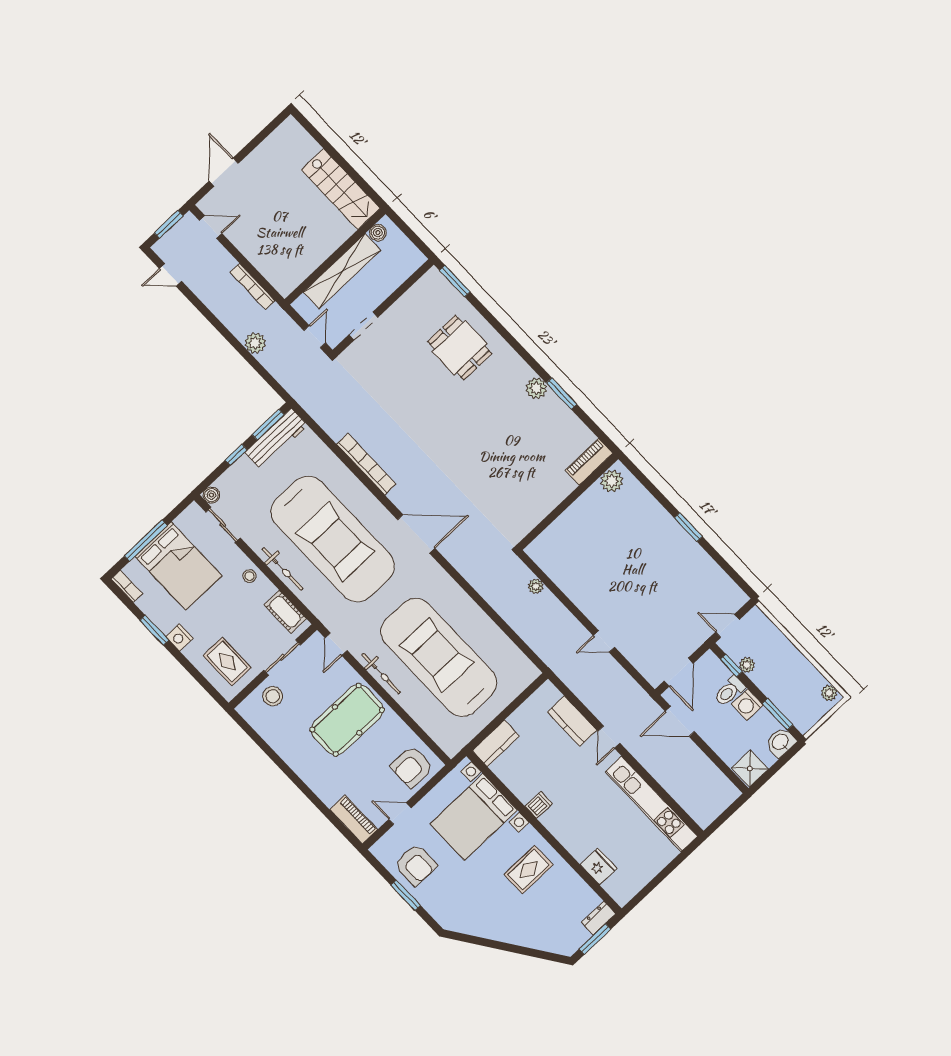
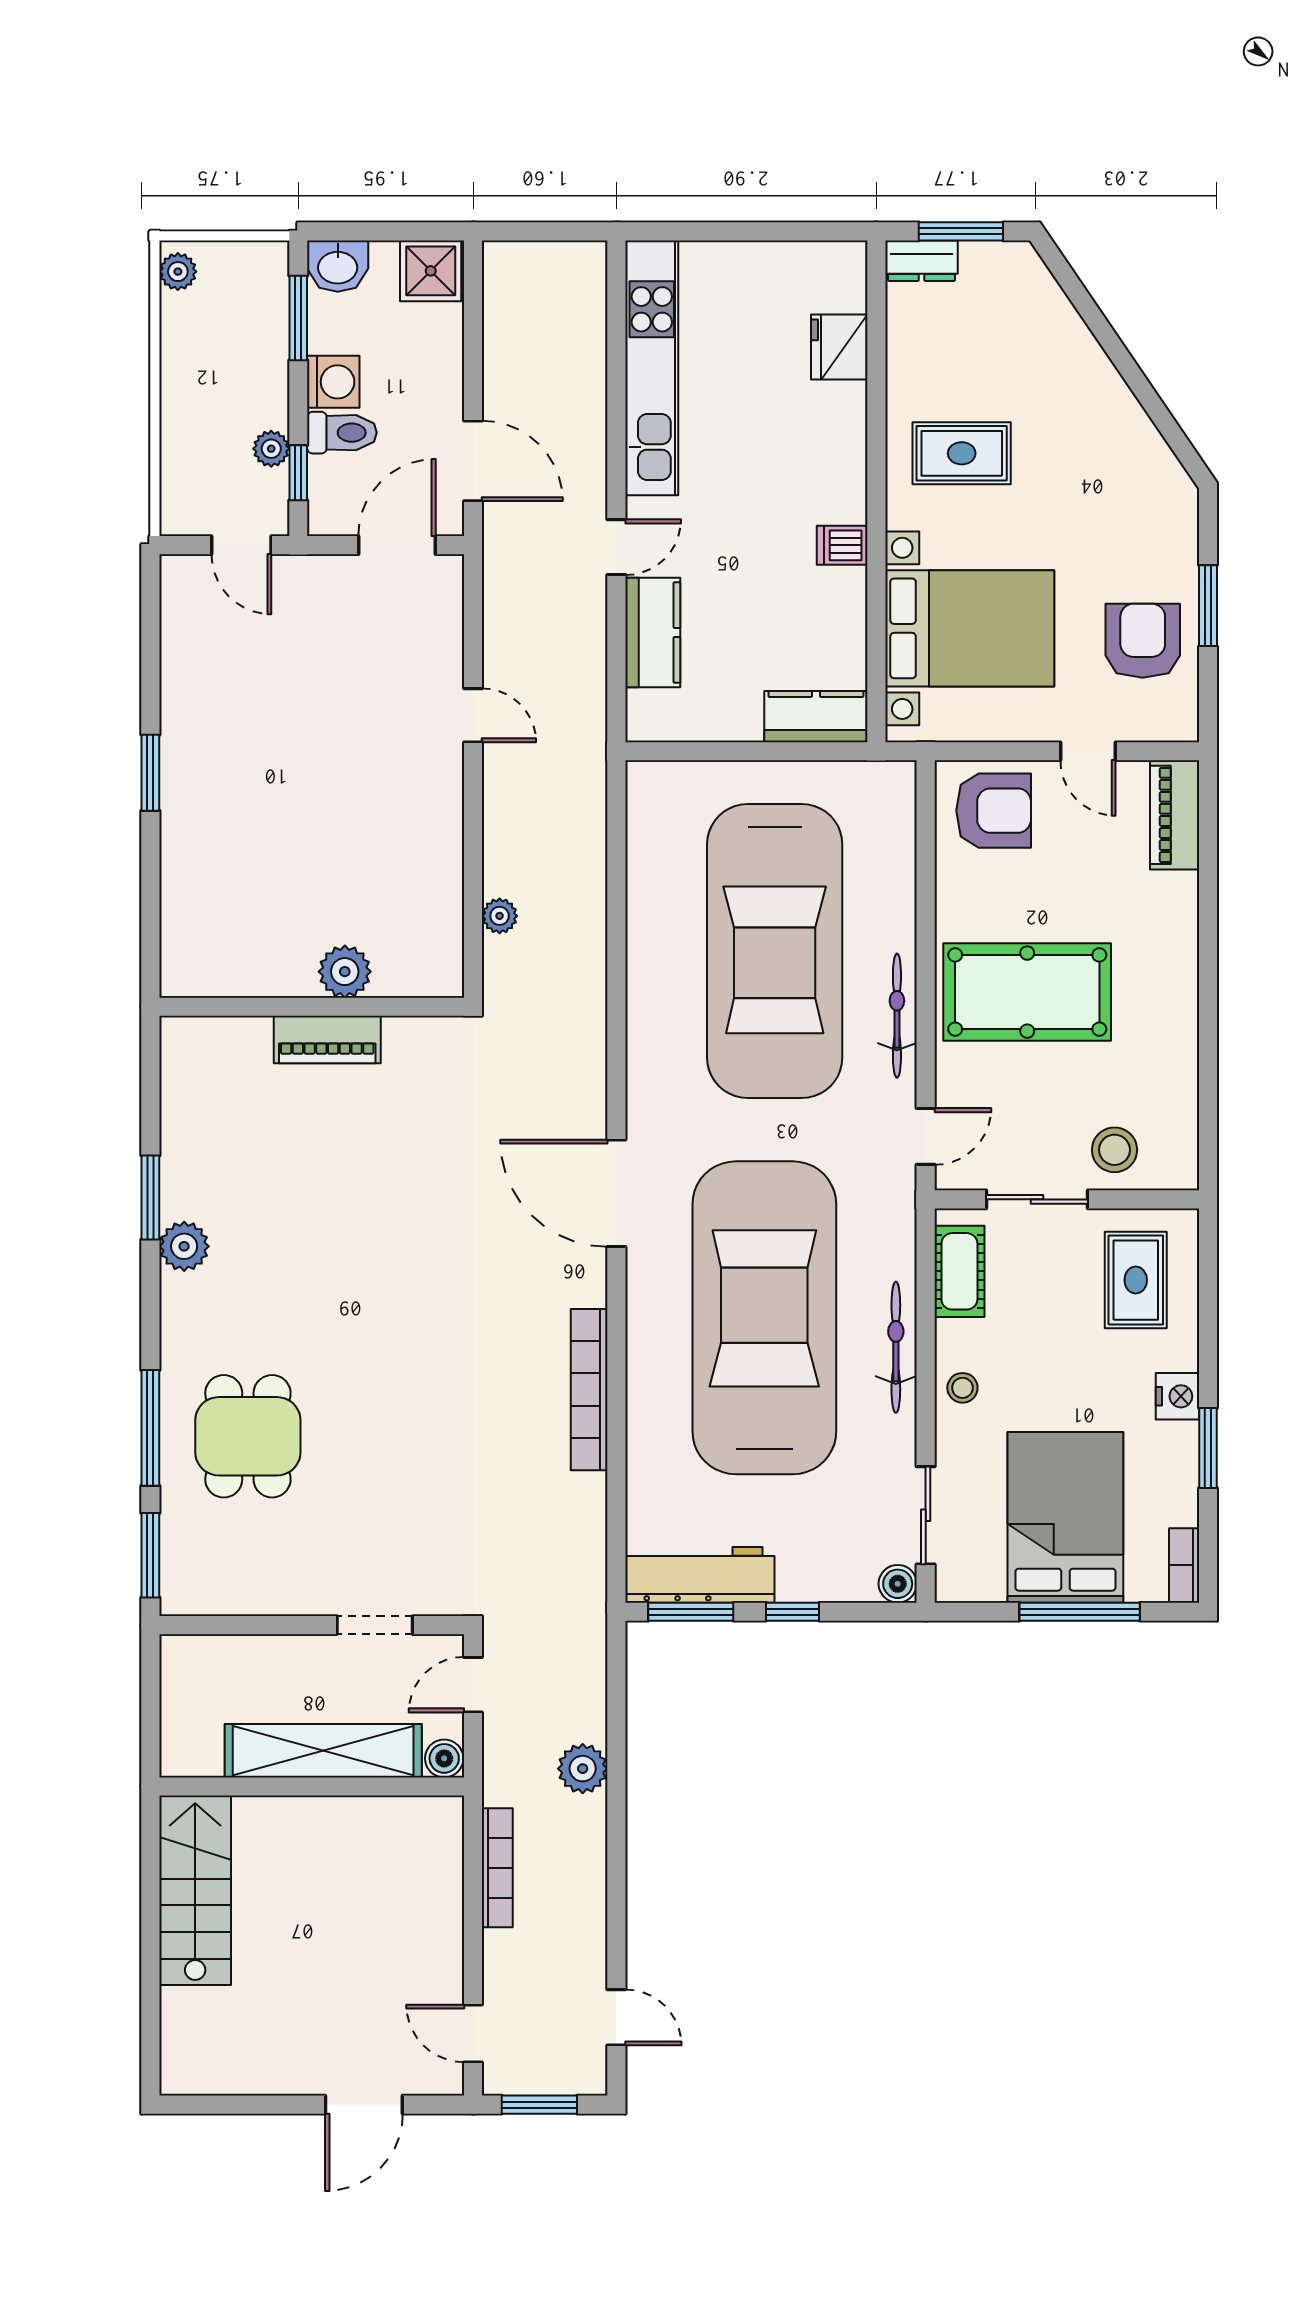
boiler: (378, 233) -> (444, 1758), moved
window: (493, 321) -> (150, 1428), added
piano: (589, 462) -> (327, 1040), moved
plant: (612, 481) -> (345, 972), moved

